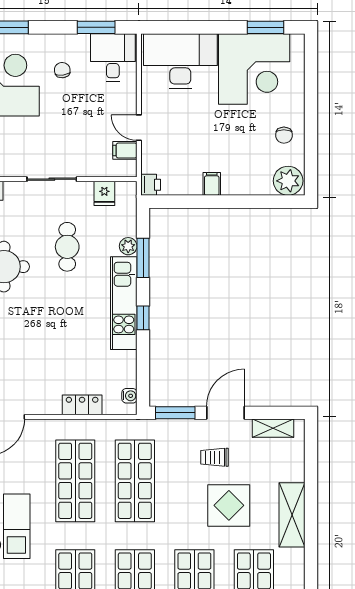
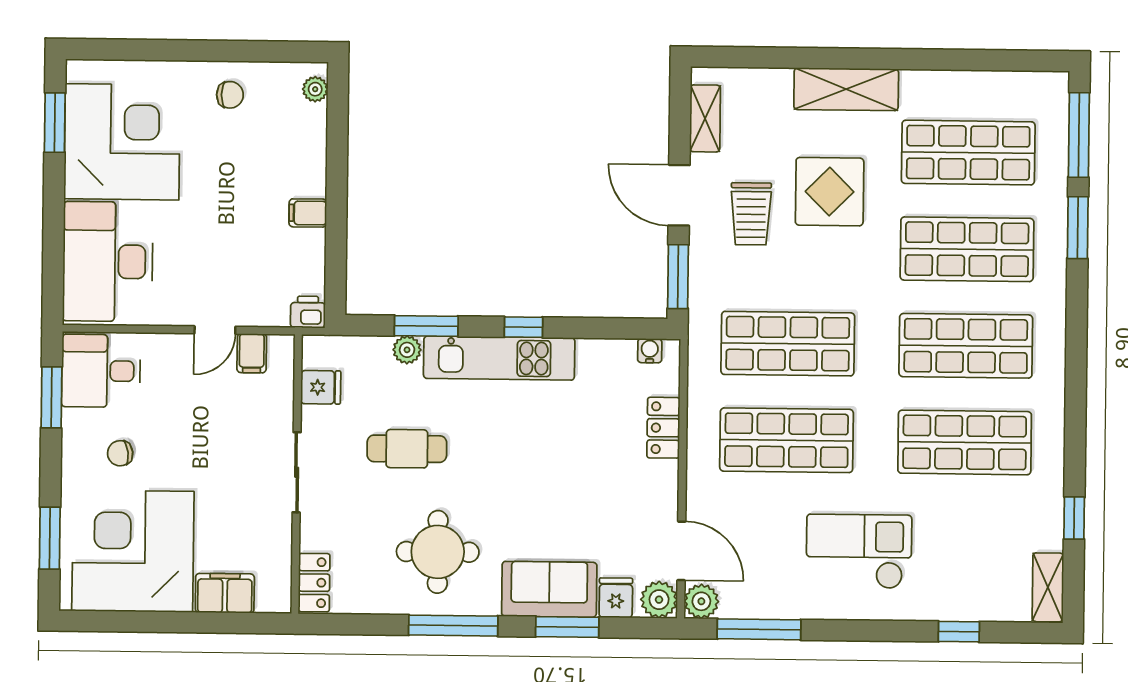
plant: (288, 181) -> (315, 89), width x0.53, depth x0.53
trolley: (215, 457) -> (751, 214), width x1.36, depth x1.39

